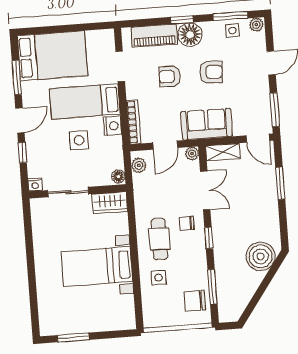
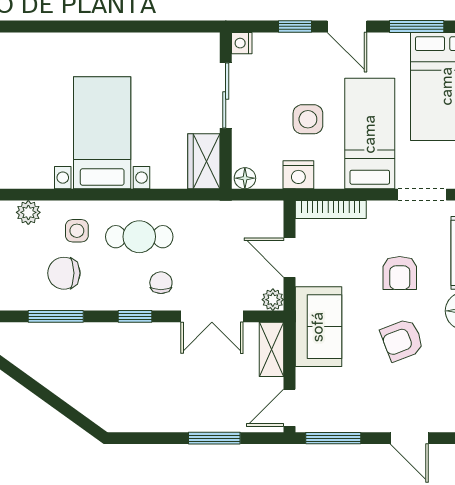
armchair: (211, 72) -> (402, 340), turned 66
armchair: (170, 76) -> (400, 273), turned 180
nightstand: (112, 126) -> (298, 175), moved
plant: (139, 165) -> (28, 212), moved
boiler: (261, 256) -> (99, 398), removed
chair: (195, 301) -> (64, 273), moved, turned -90

